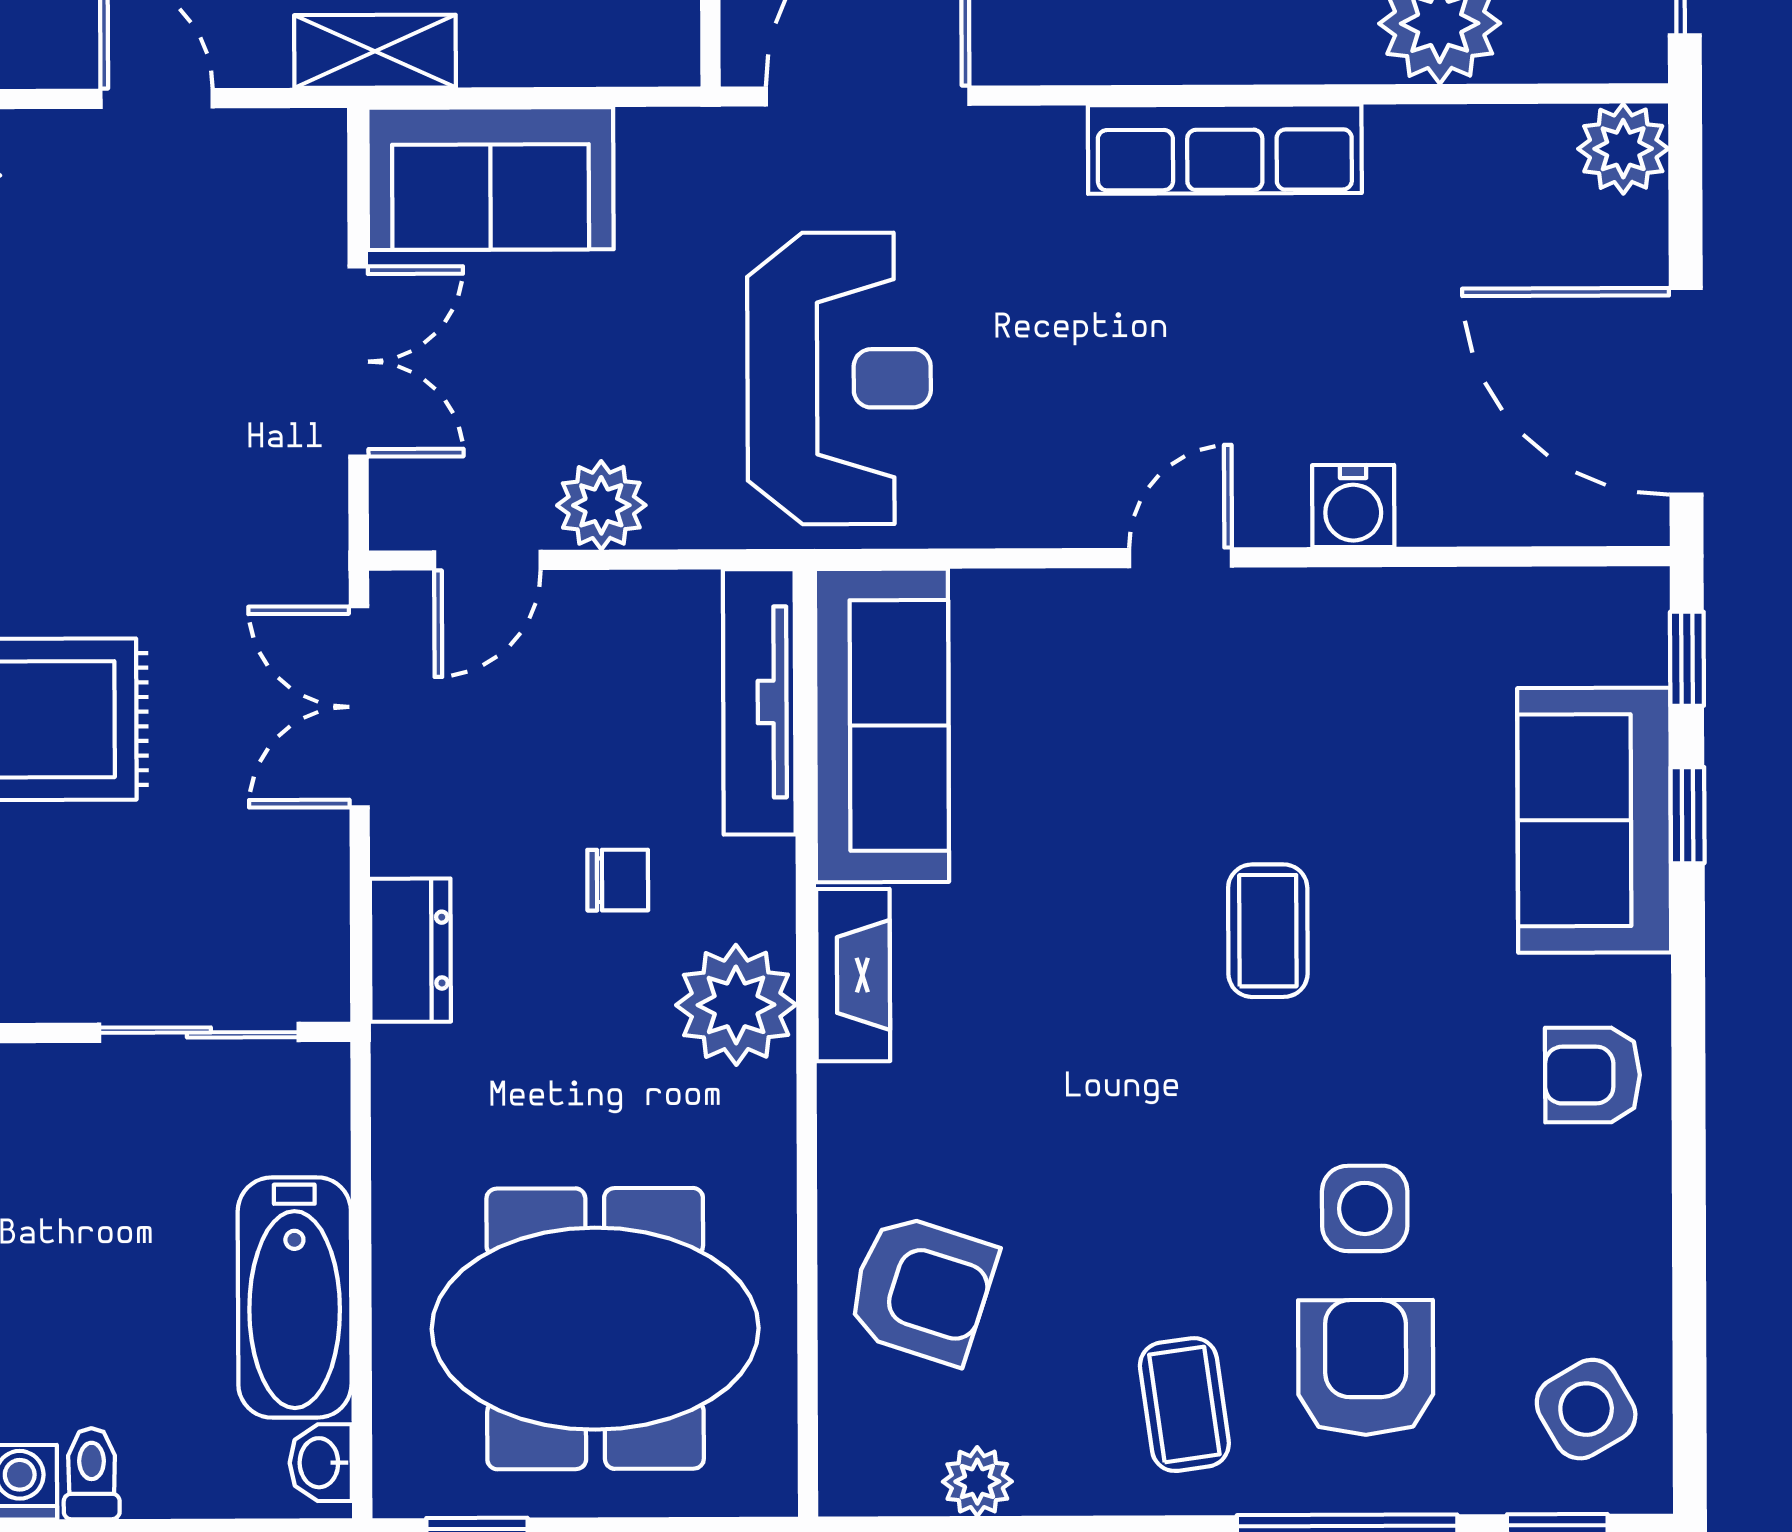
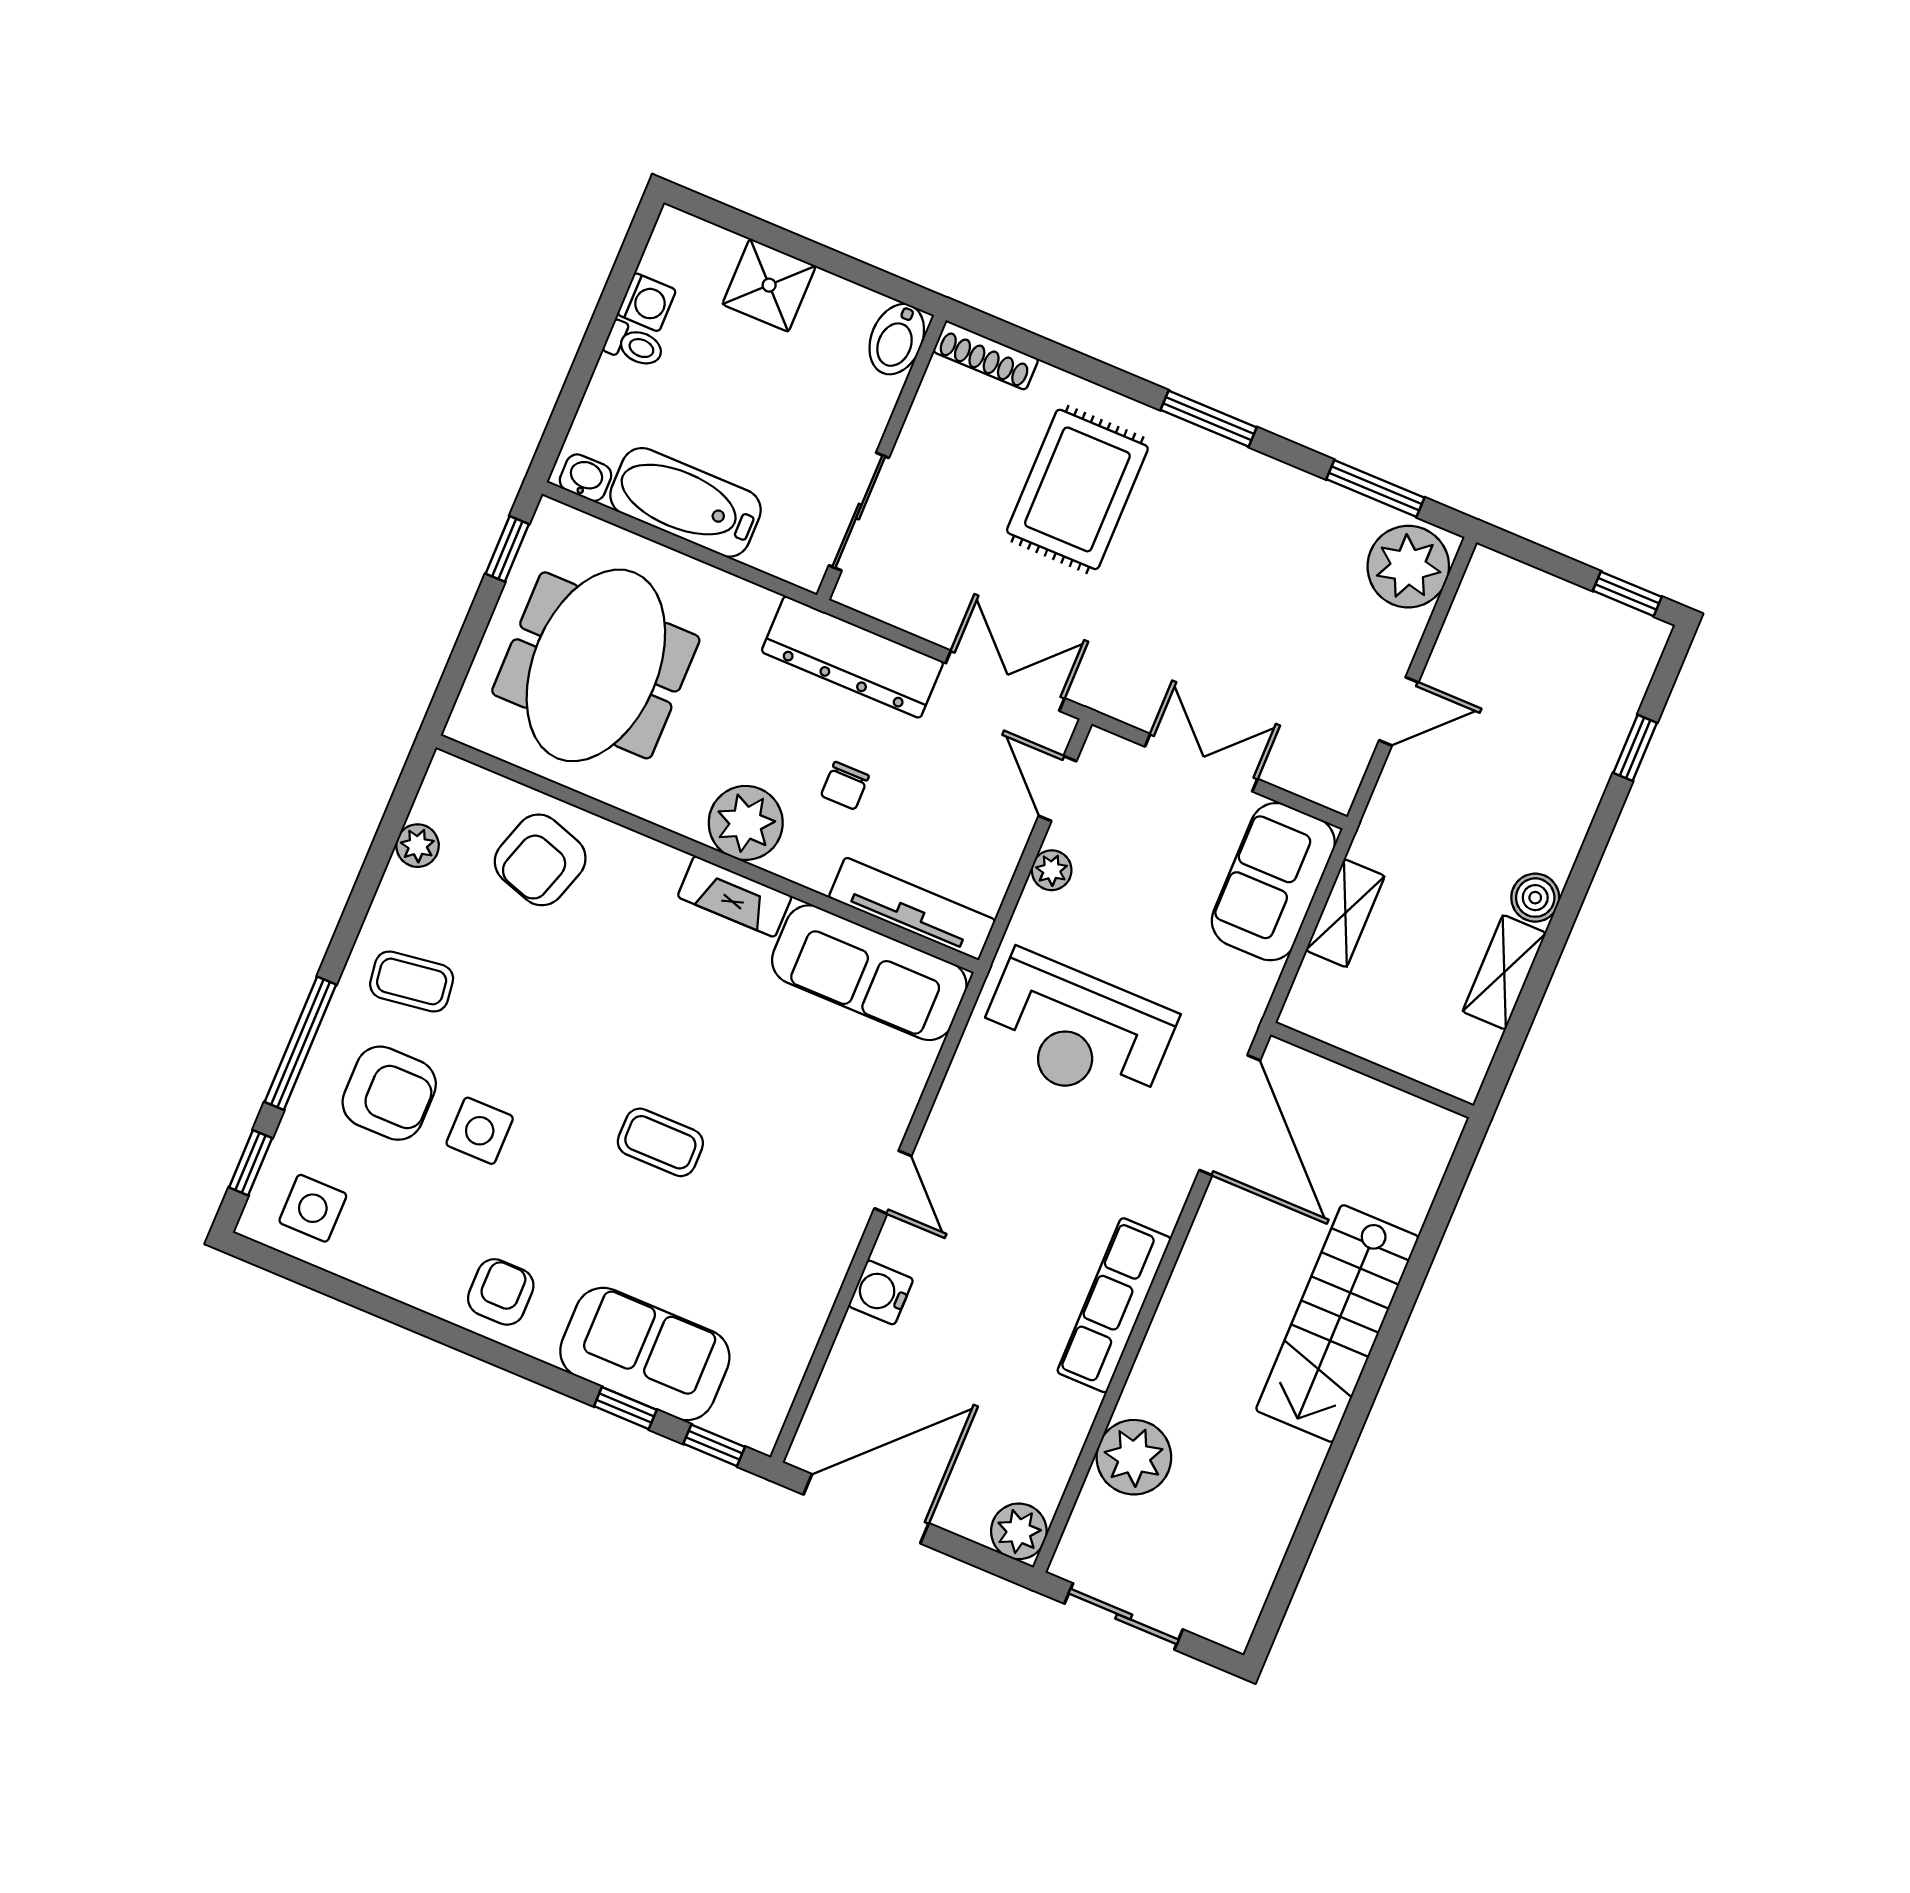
shelving: (375, 51) -> (1345, 913), moved
double door: (358, 362) -> (1201, 763), swing flipped
plant: (601, 505) -> (1052, 870), width x0.73, depth x0.73
dresser: (410, 950) -> (852, 657), width x1.96, depth x1.24
side table: (1586, 1409) -> (313, 1208), turned 30

